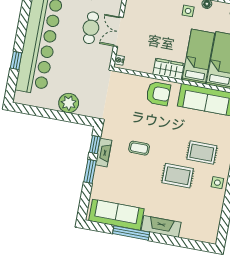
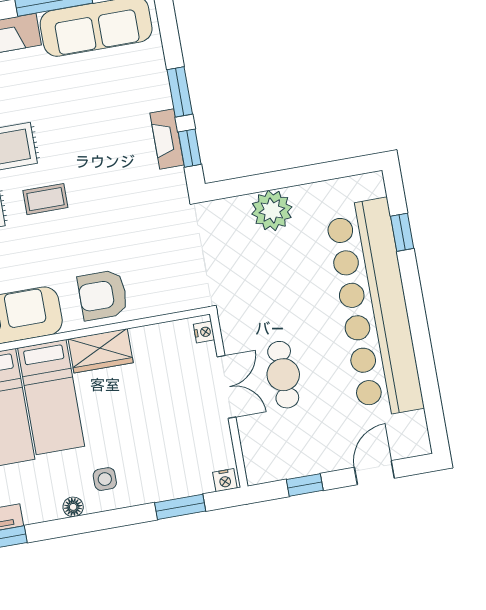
window: (16, 60) -> (402, 232), moved
coffee table: (139, 148) -> (45, 199), moved

